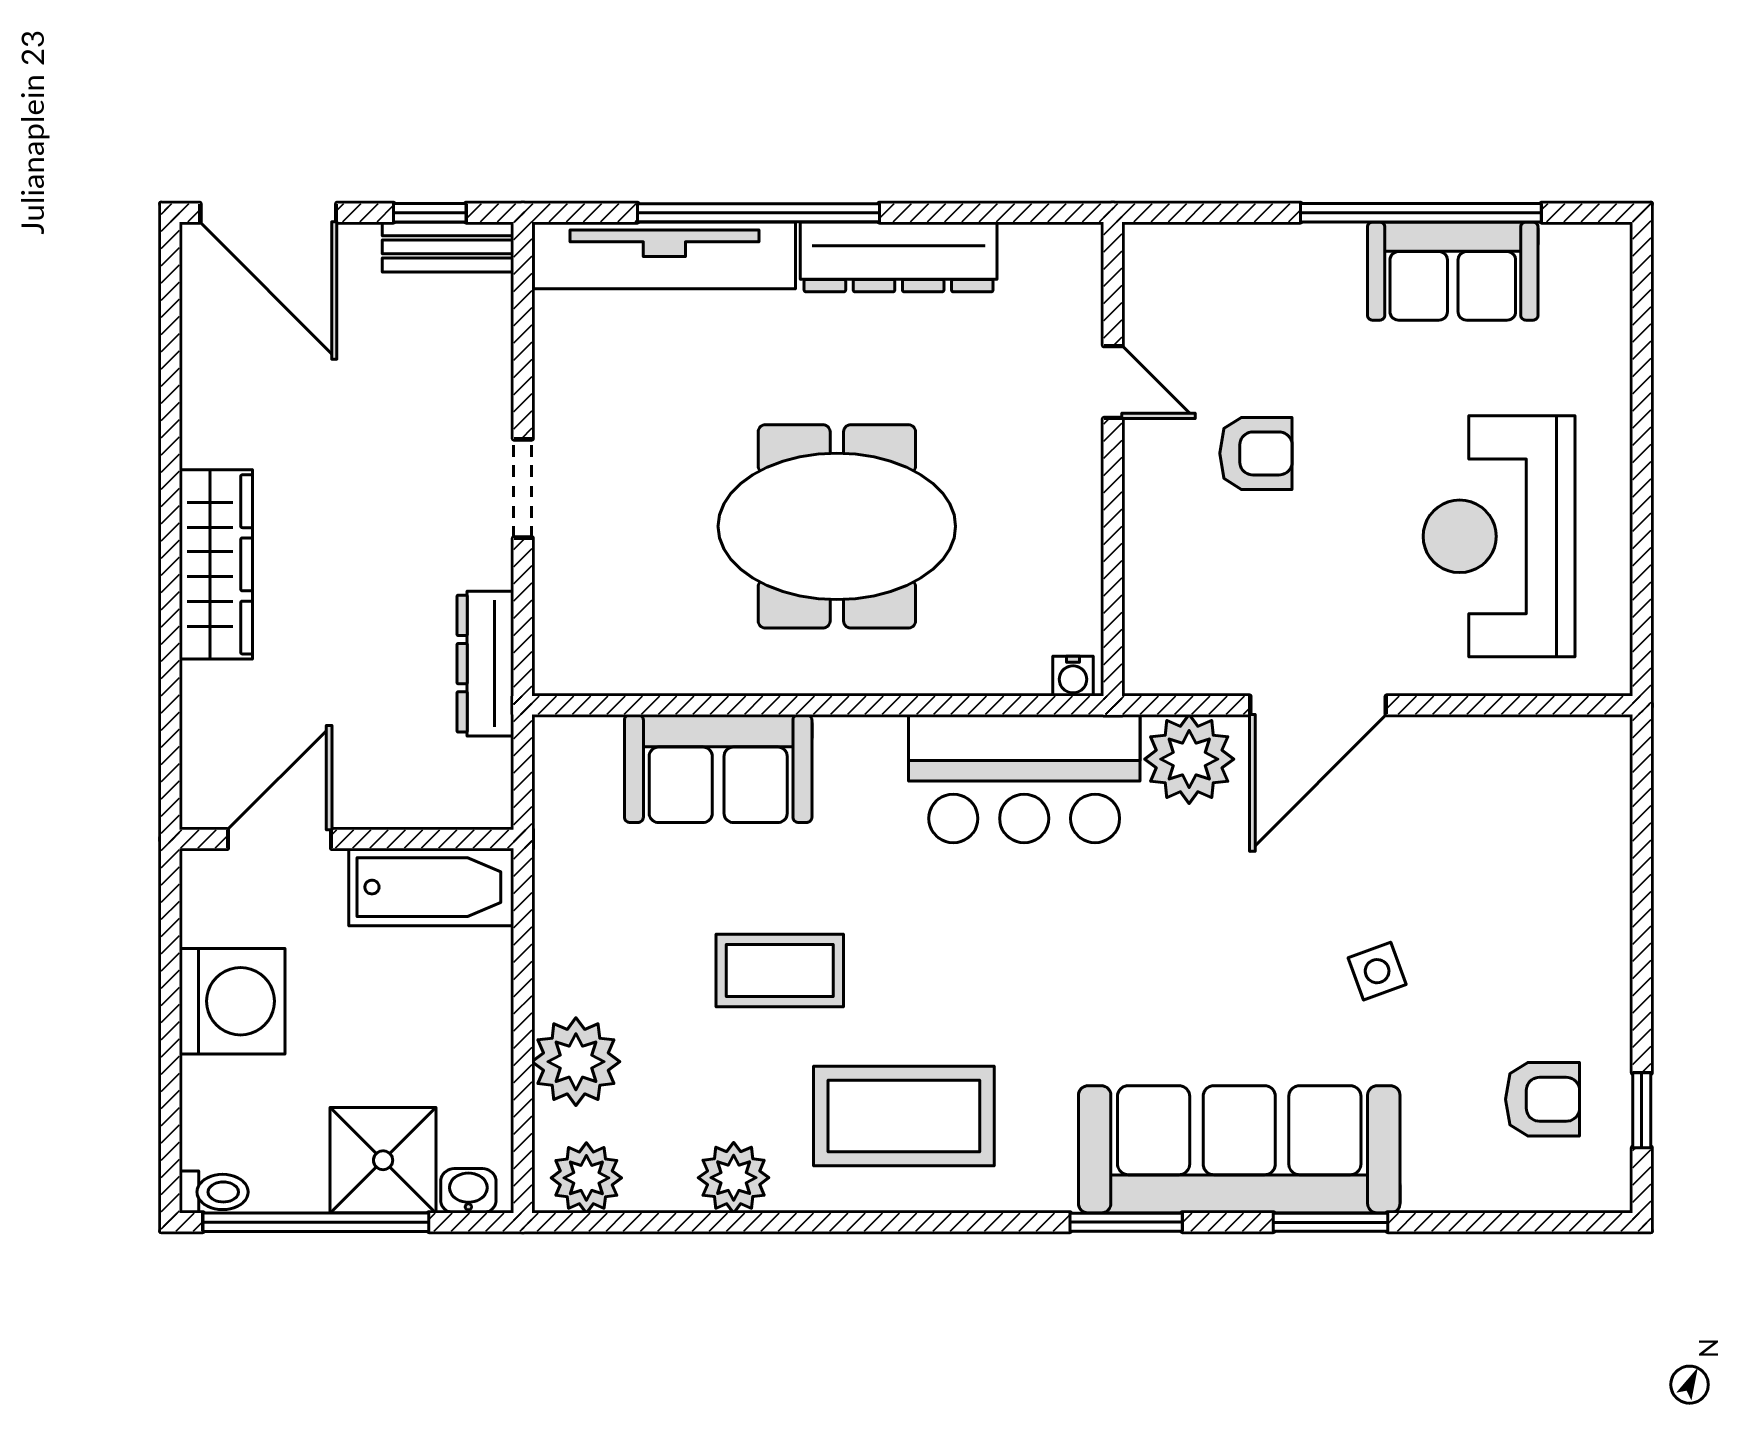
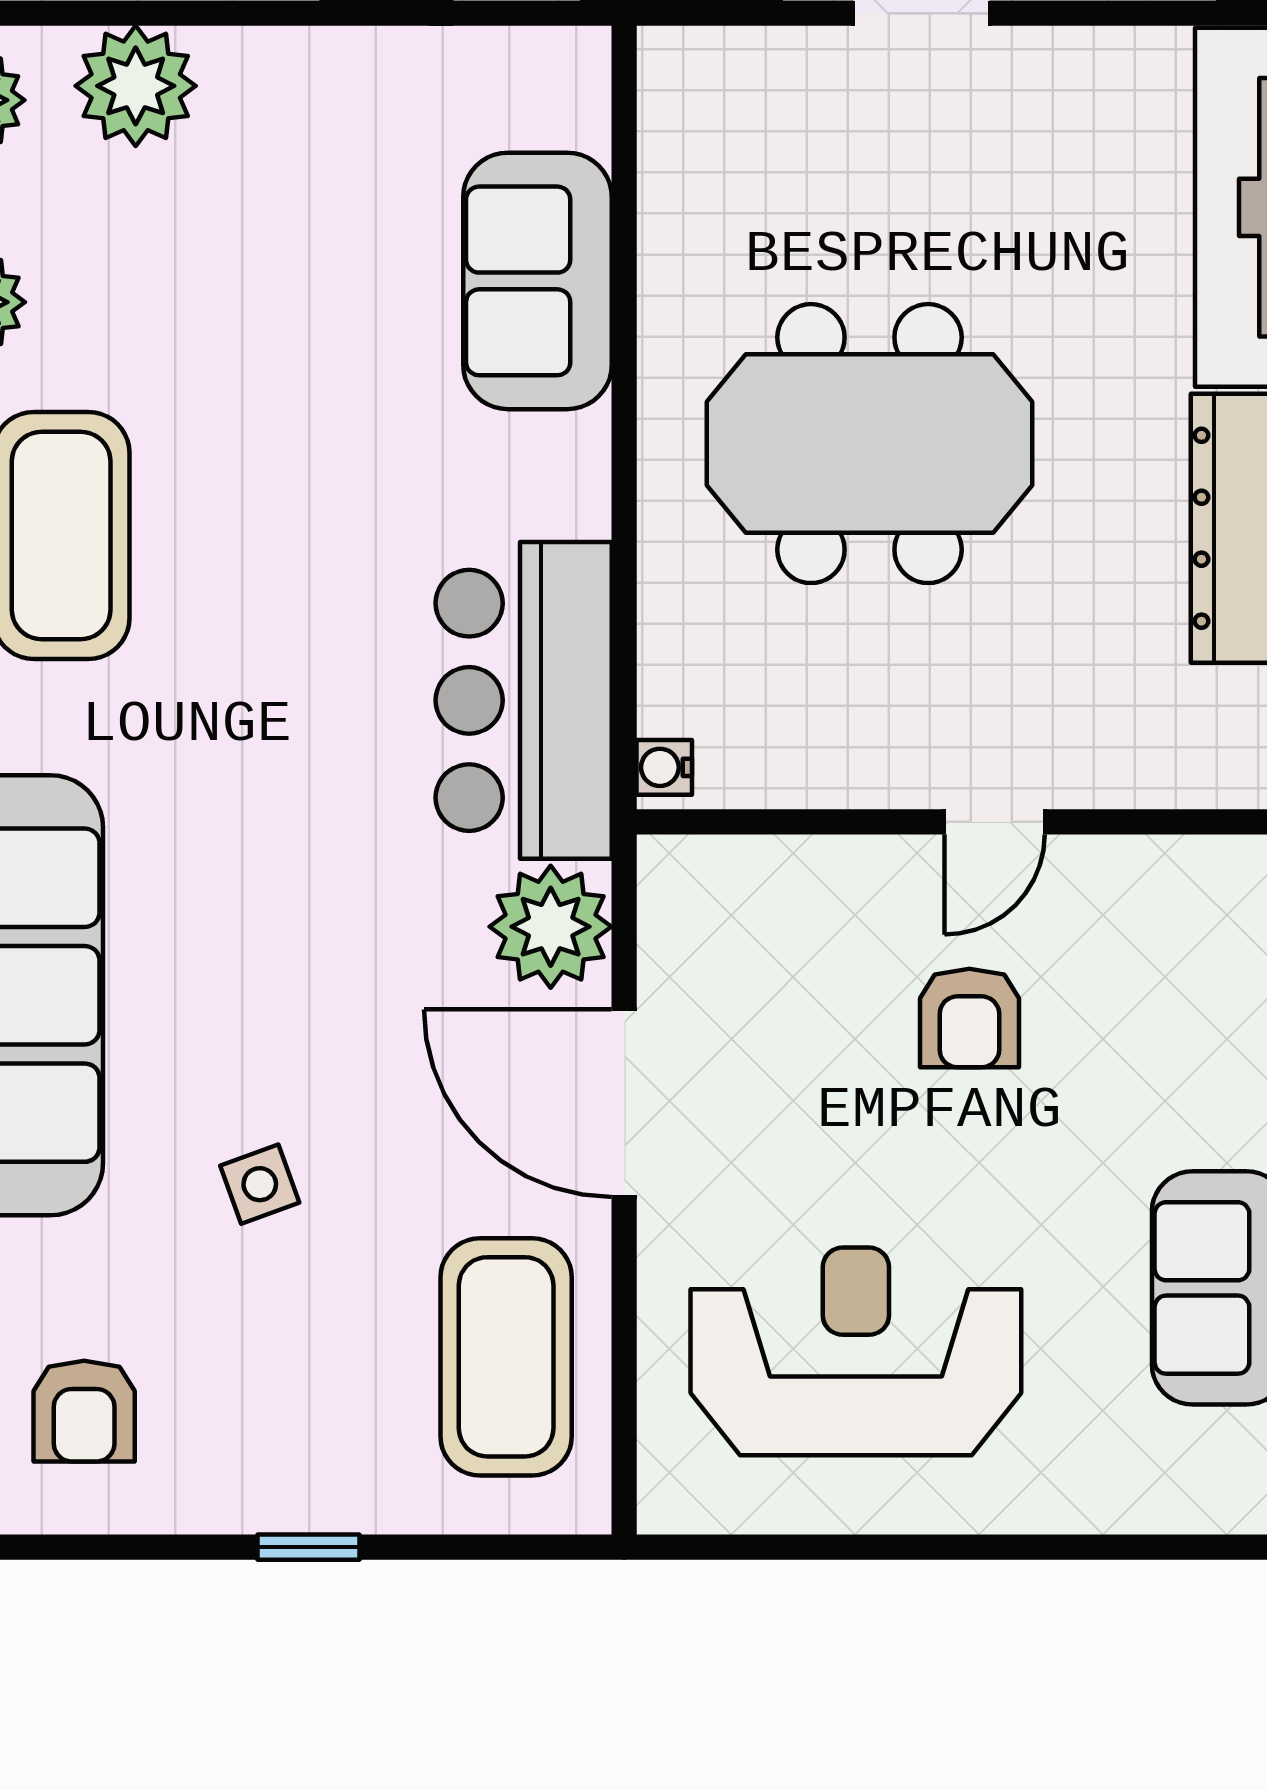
door: (1113, 382) -> (994, 822), moved
meeting table: (837, 526) -> (869, 444), turned 90
coffee table: (780, 970) -> (506, 1357), moved, width x1.36, depth x1.32
window: (1642, 1110) -> (309, 1547), moved

